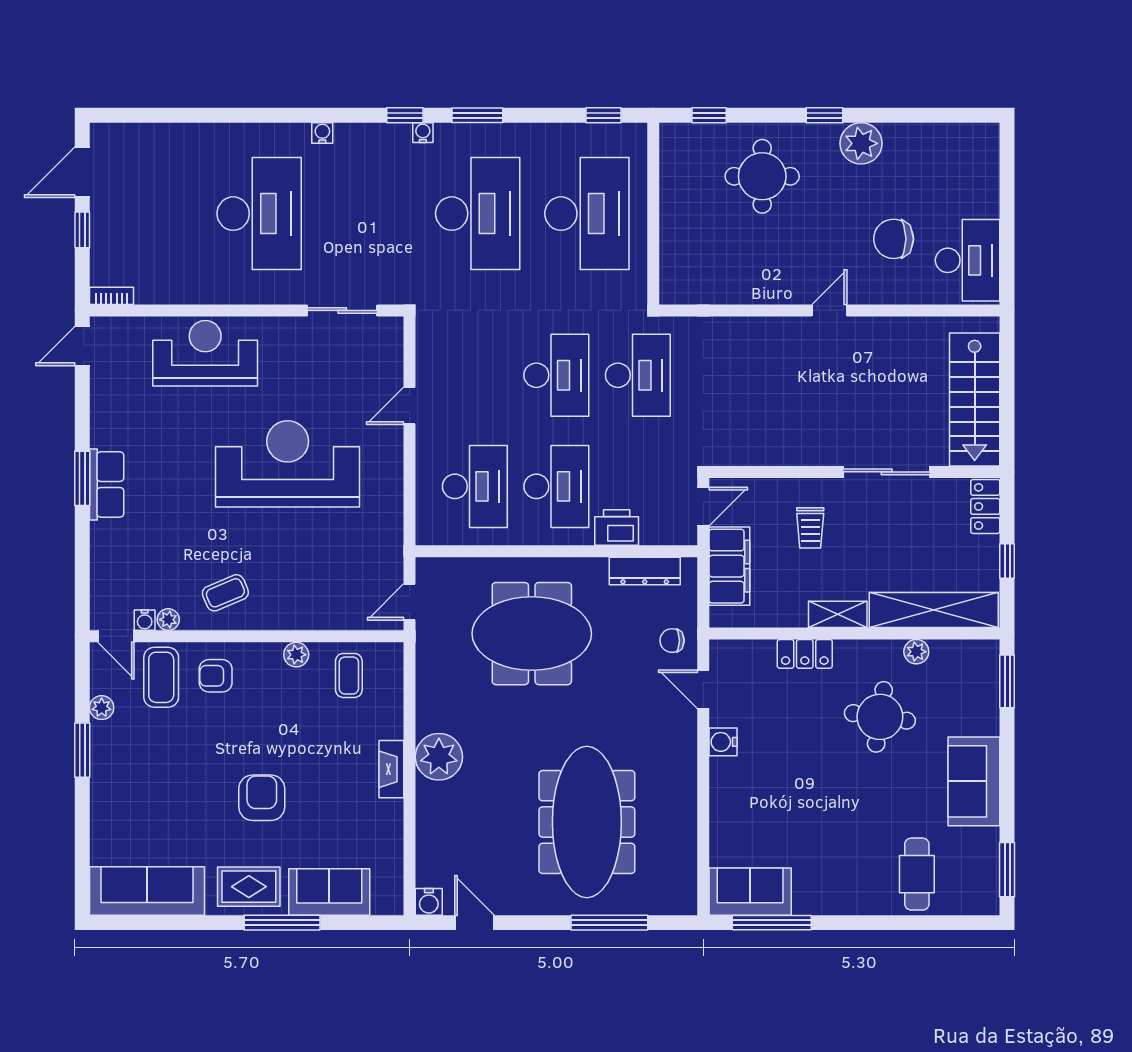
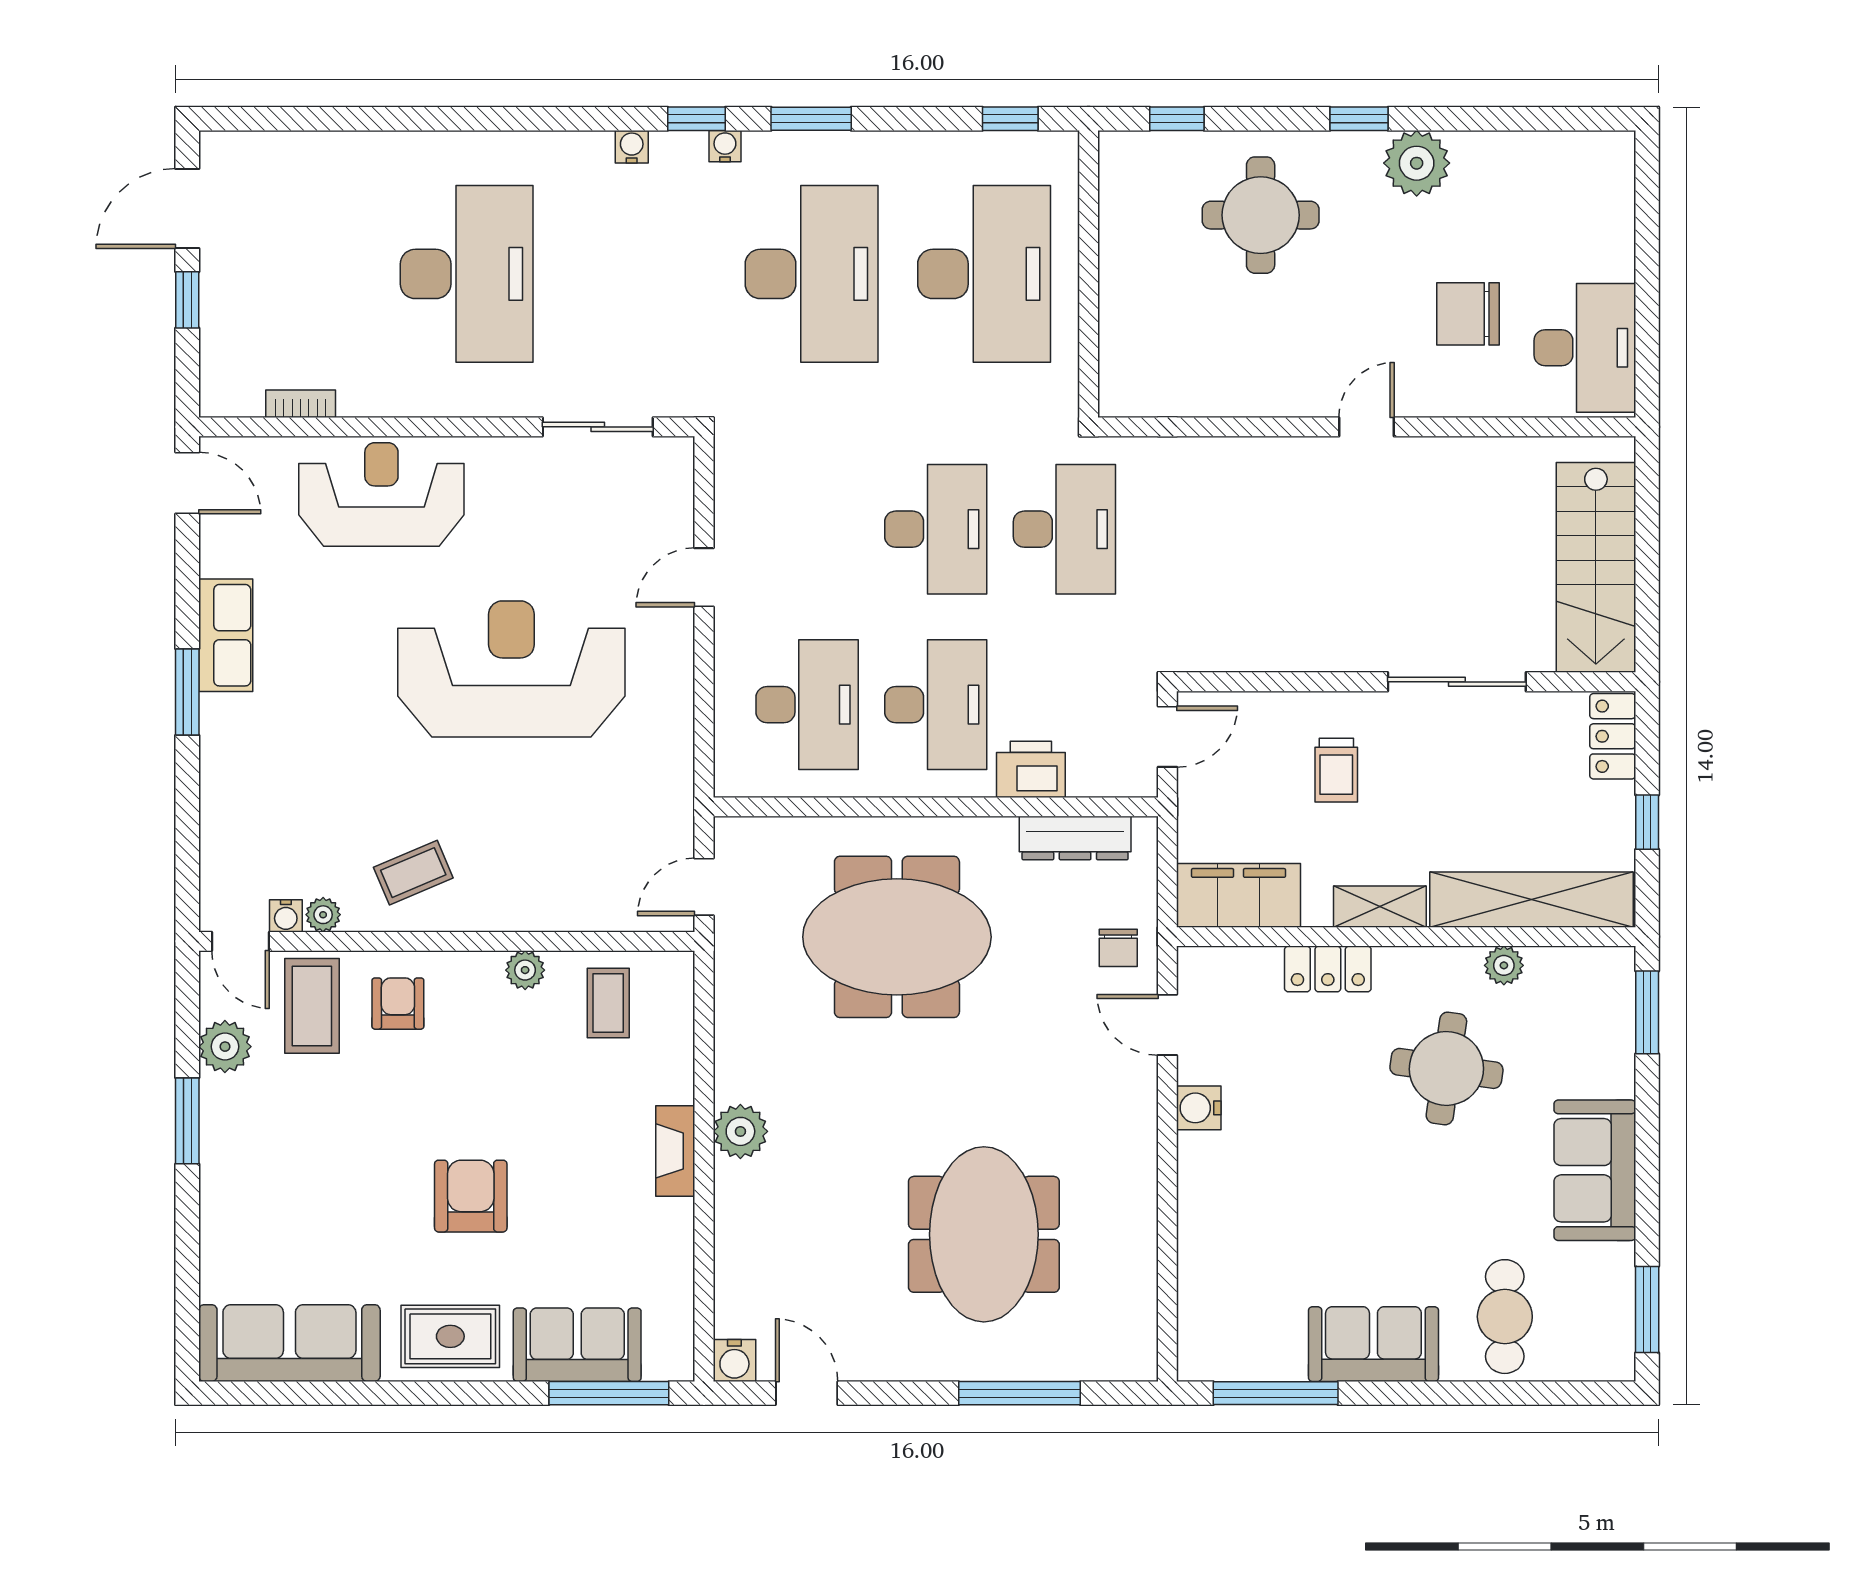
water cooler: (322, 133) -> (632, 147), moved
bookcase: (111, 296) -> (301, 404), moved
door: (82, 346) -> (187, 483), swing flipped
row of seats: (107, 484) -> (226, 635), moved
filing cabinet: (729, 566) -> (1239, 895), moved, turned -90
chair: (672, 641) -> (1118, 948), turned -90
armchair: (216, 676) -> (398, 1004), turned 90
plant: (102, 708) -> (225, 1047), width x1.38, depth x1.38
plant: (439, 757) -> (740, 1131), width x0.73, depth x0.73
meeting table: (587, 822) -> (984, 1234), width x0.73
sofa: (750, 892) -> (1373, 1344), moved
window: (282, 923) -> (609, 1393), moved

